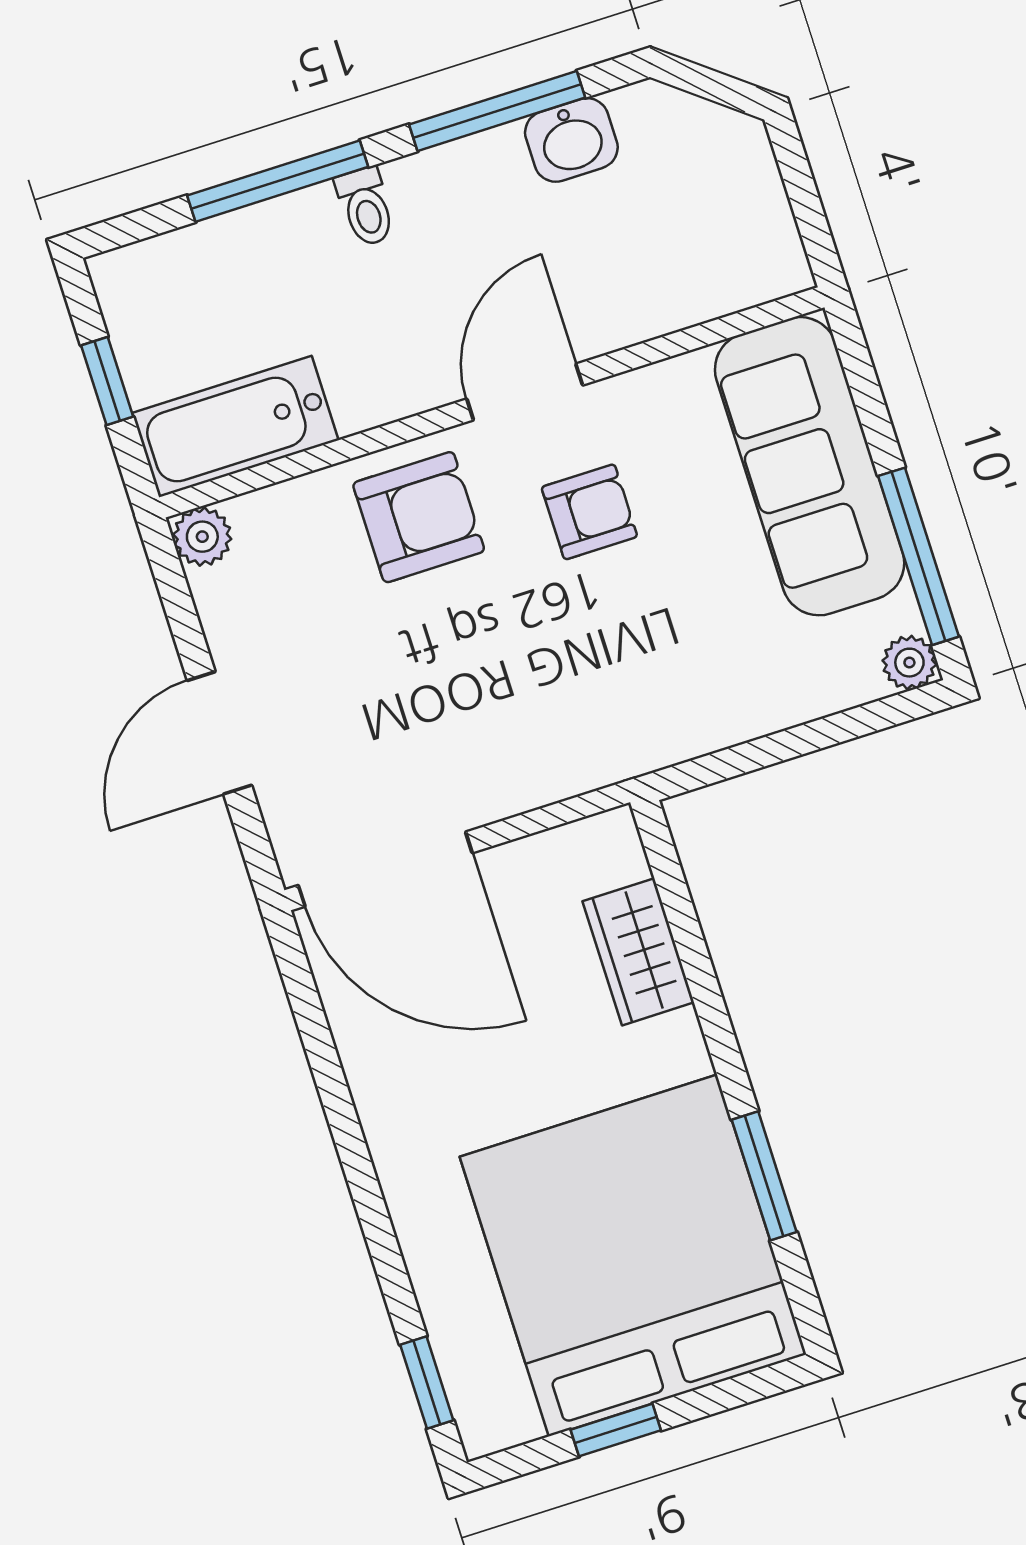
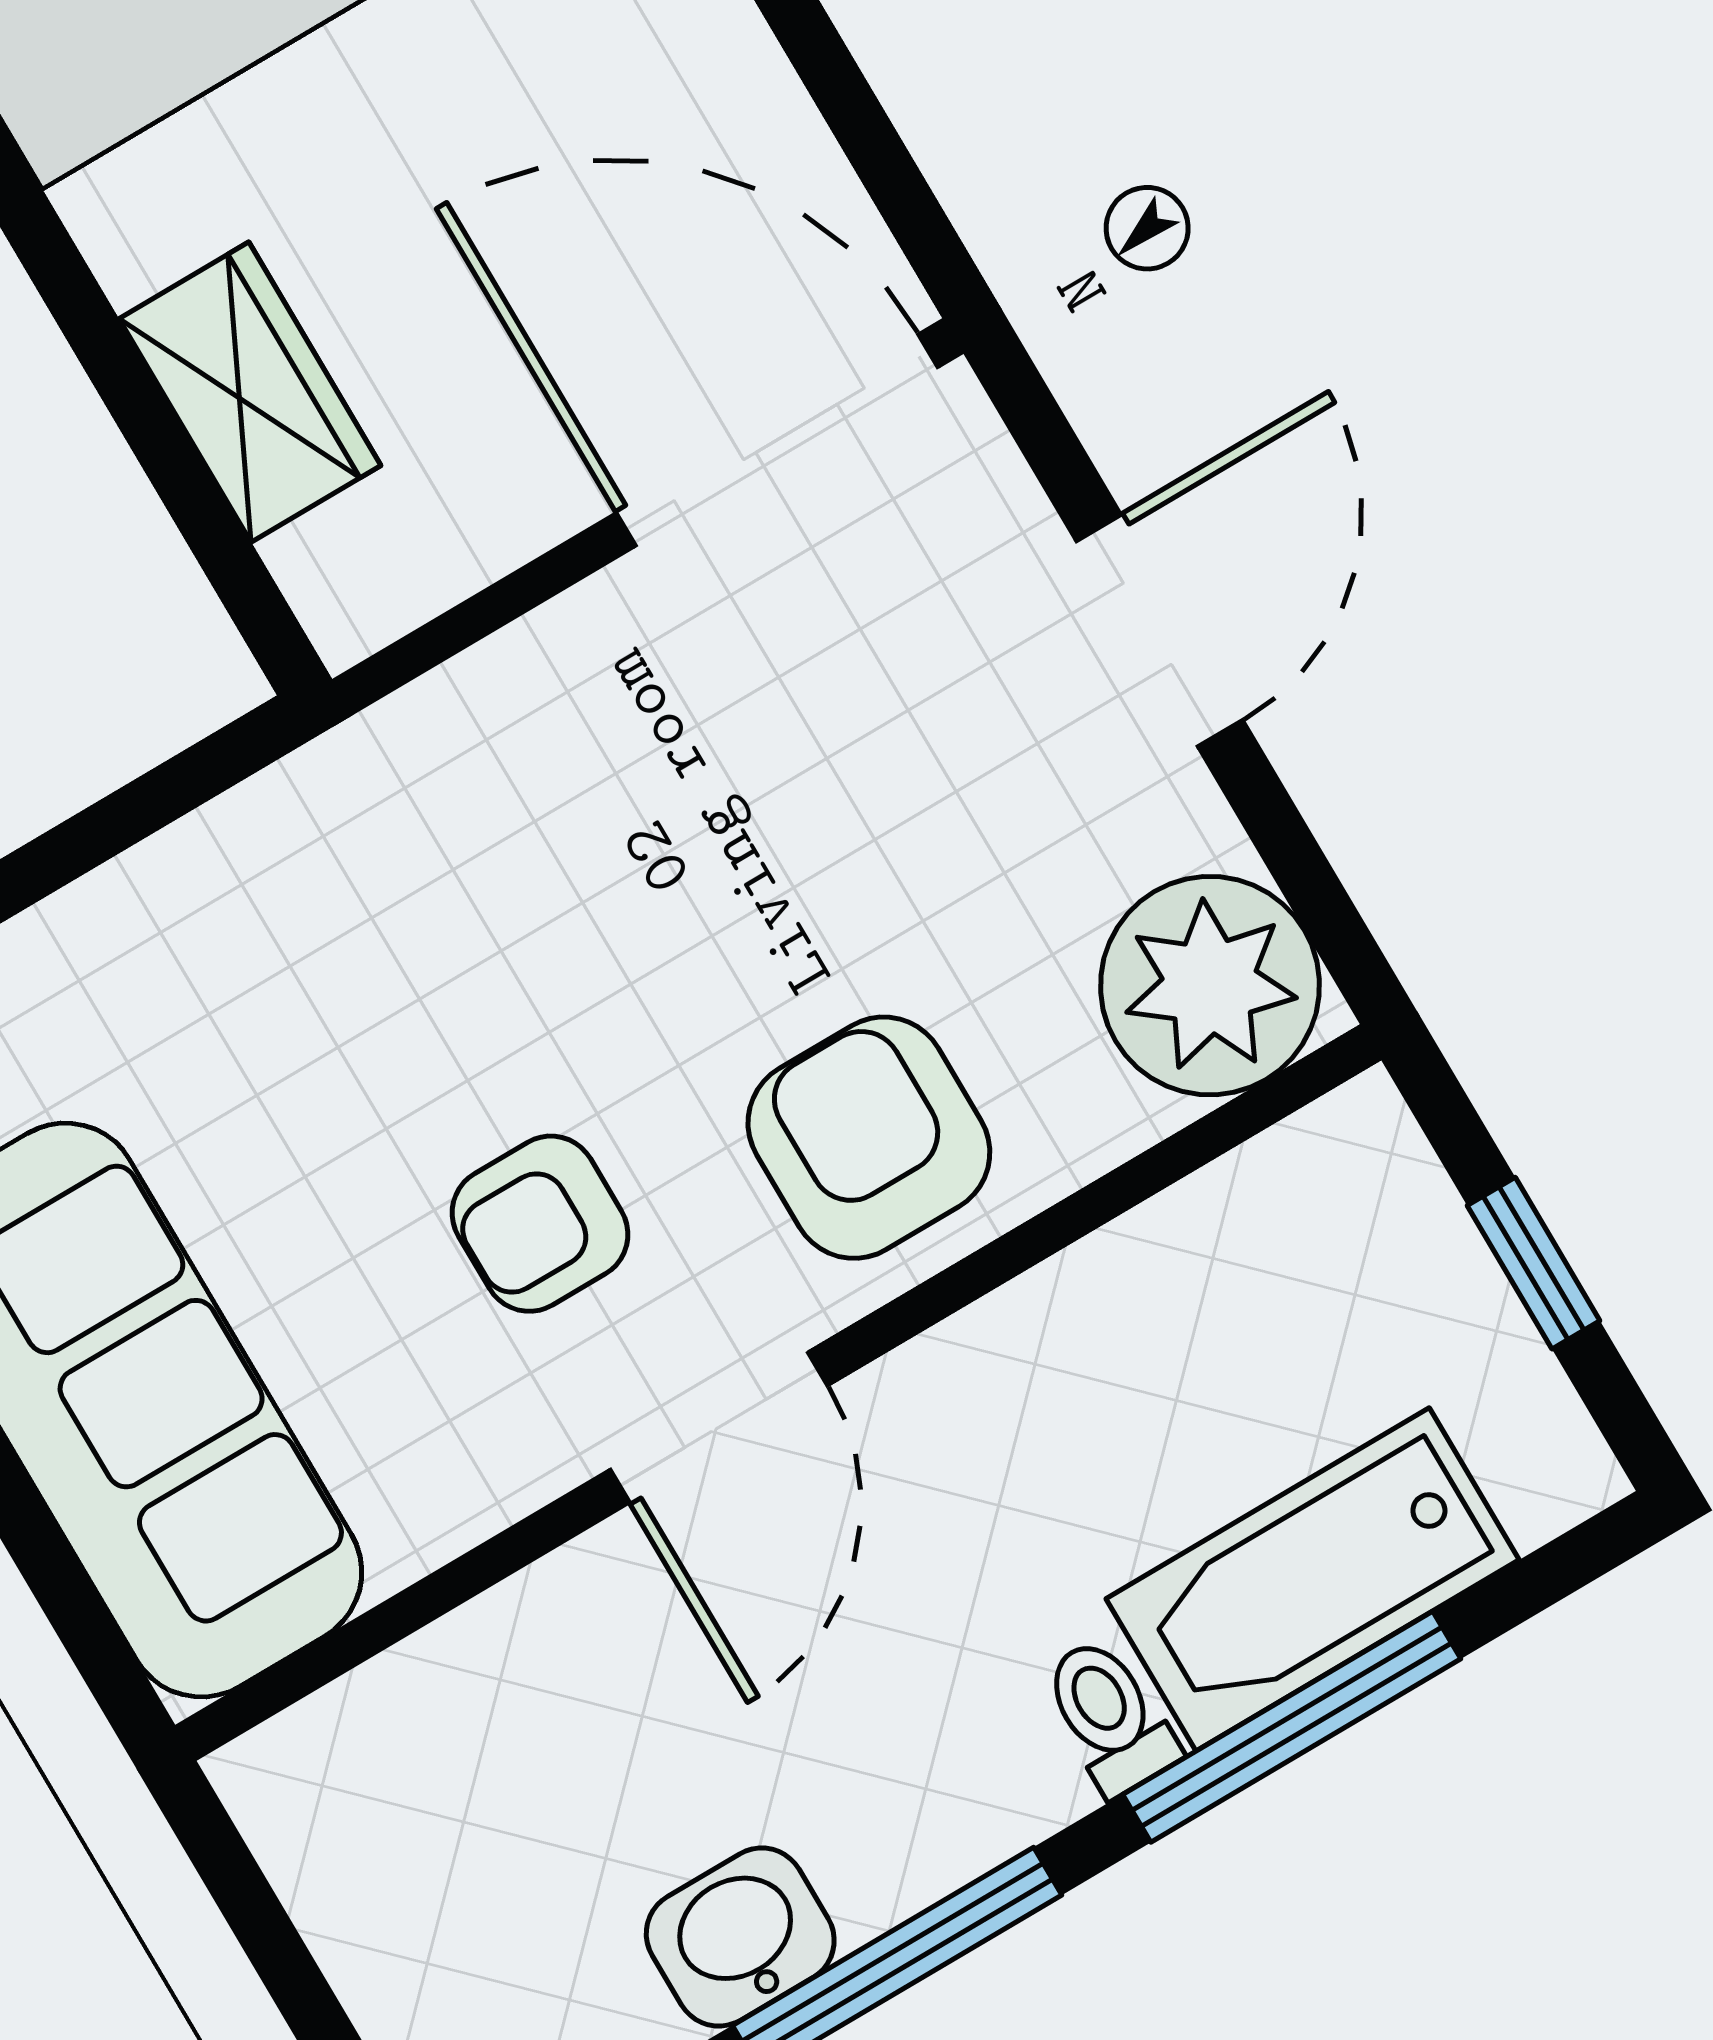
bathtub: (235, 427) -> (1313, 1579), moved, turned 180
armchair: (419, 517) -> (869, 1138), turned 90
plant: (202, 537) -> (1210, 986), width x1.87, depth x1.87

